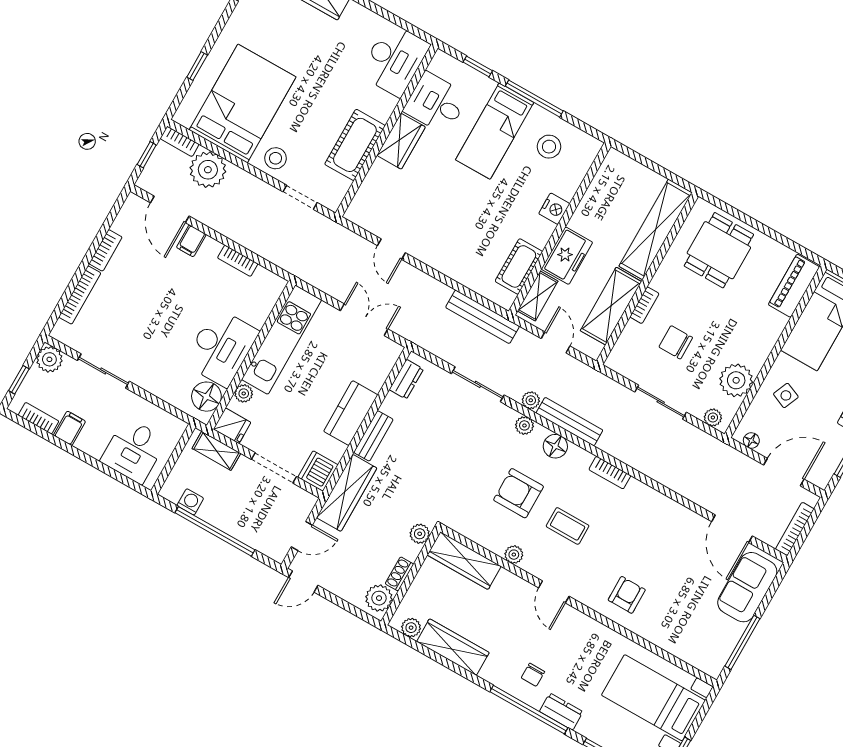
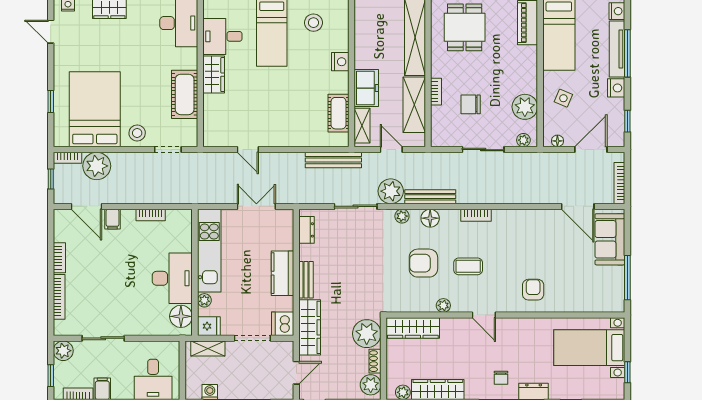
plant: (531, 400) -> (391, 191), width x1.88, depth x1.88
plant: (420, 534) -> (367, 334), width x1.88, depth x1.88

